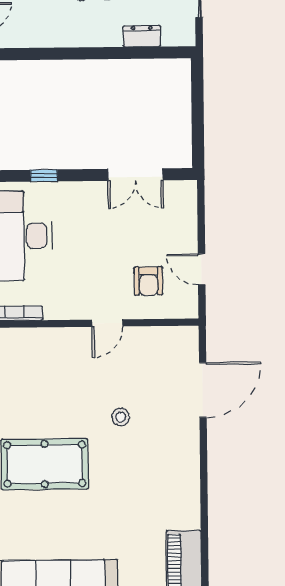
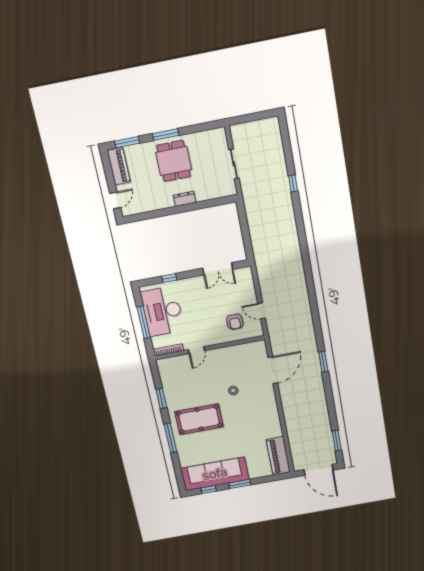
dresser: (142, 36) -> (185, 199), moved
door: (107, 323) -> (197, 350), moved

